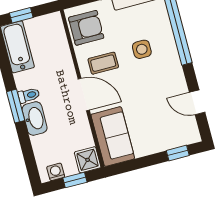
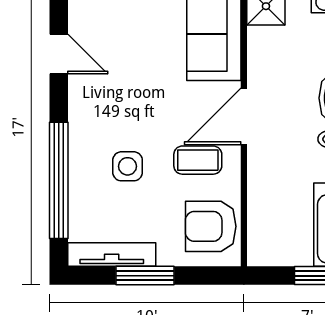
door: (84, 95) -> (244, 116), hinge flipped

